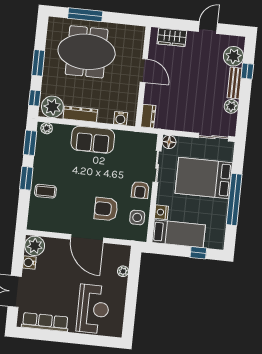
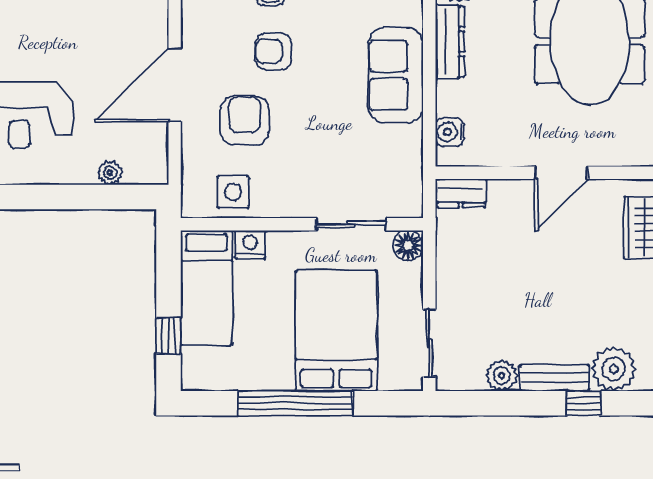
armchair: (140, 190) -> (273, 51), moved

